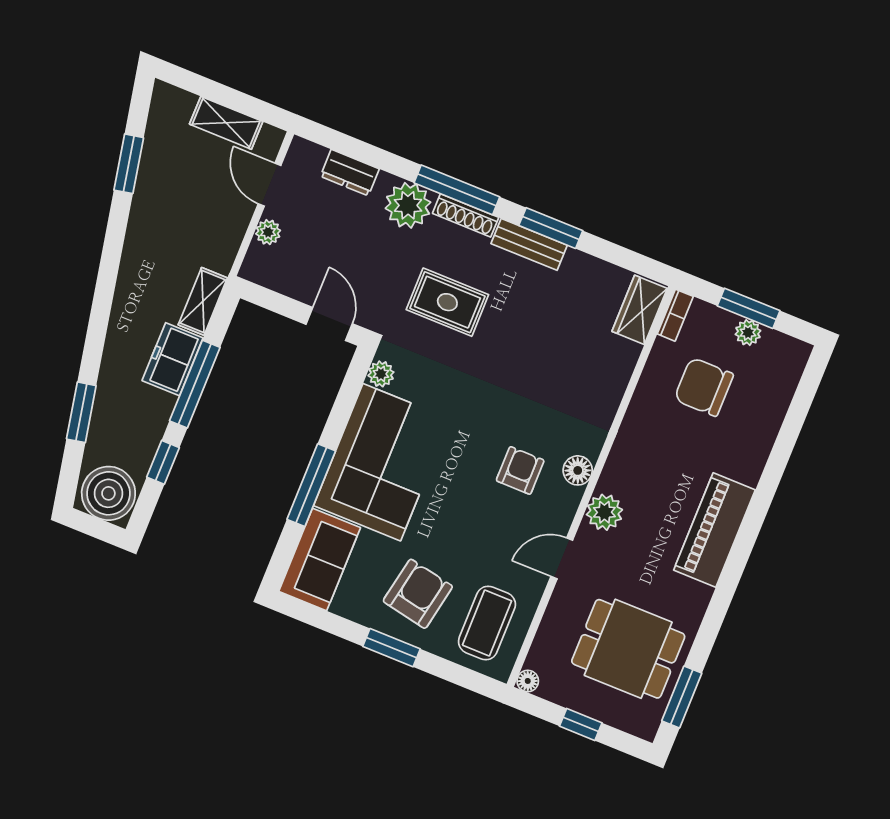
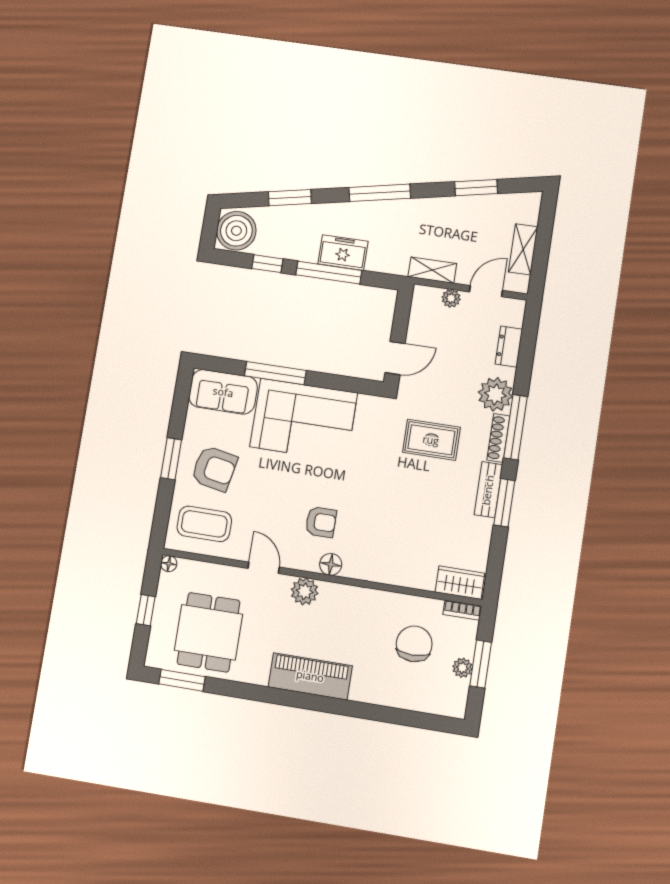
window: (104, 292) -> (380, 193), added
shelving: (203, 301) -> (432, 270), moved
rug: (447, 302) -> (431, 440), turned 90
plant: (381, 374) -> (368, 404), removed

